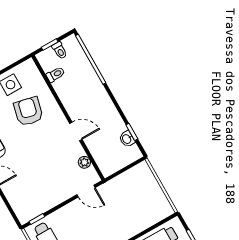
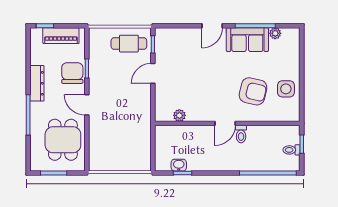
toilet: (55, 74) -> (241, 134), moved
door: (76, 131) -> (225, 123), moved
door: (86, 191) -> (153, 73), moved

